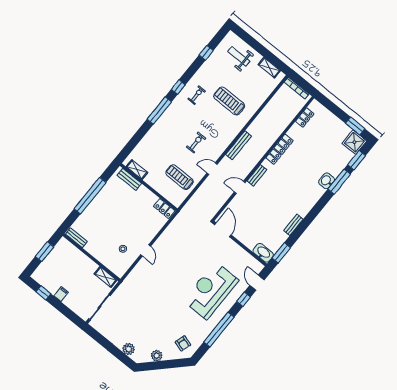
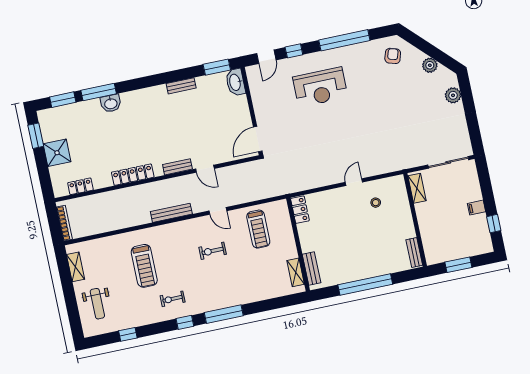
shower: (354, 142) -> (57, 153), moved
reception desk: (211, 290) -> (320, 87), width x0.74, depth x0.77

